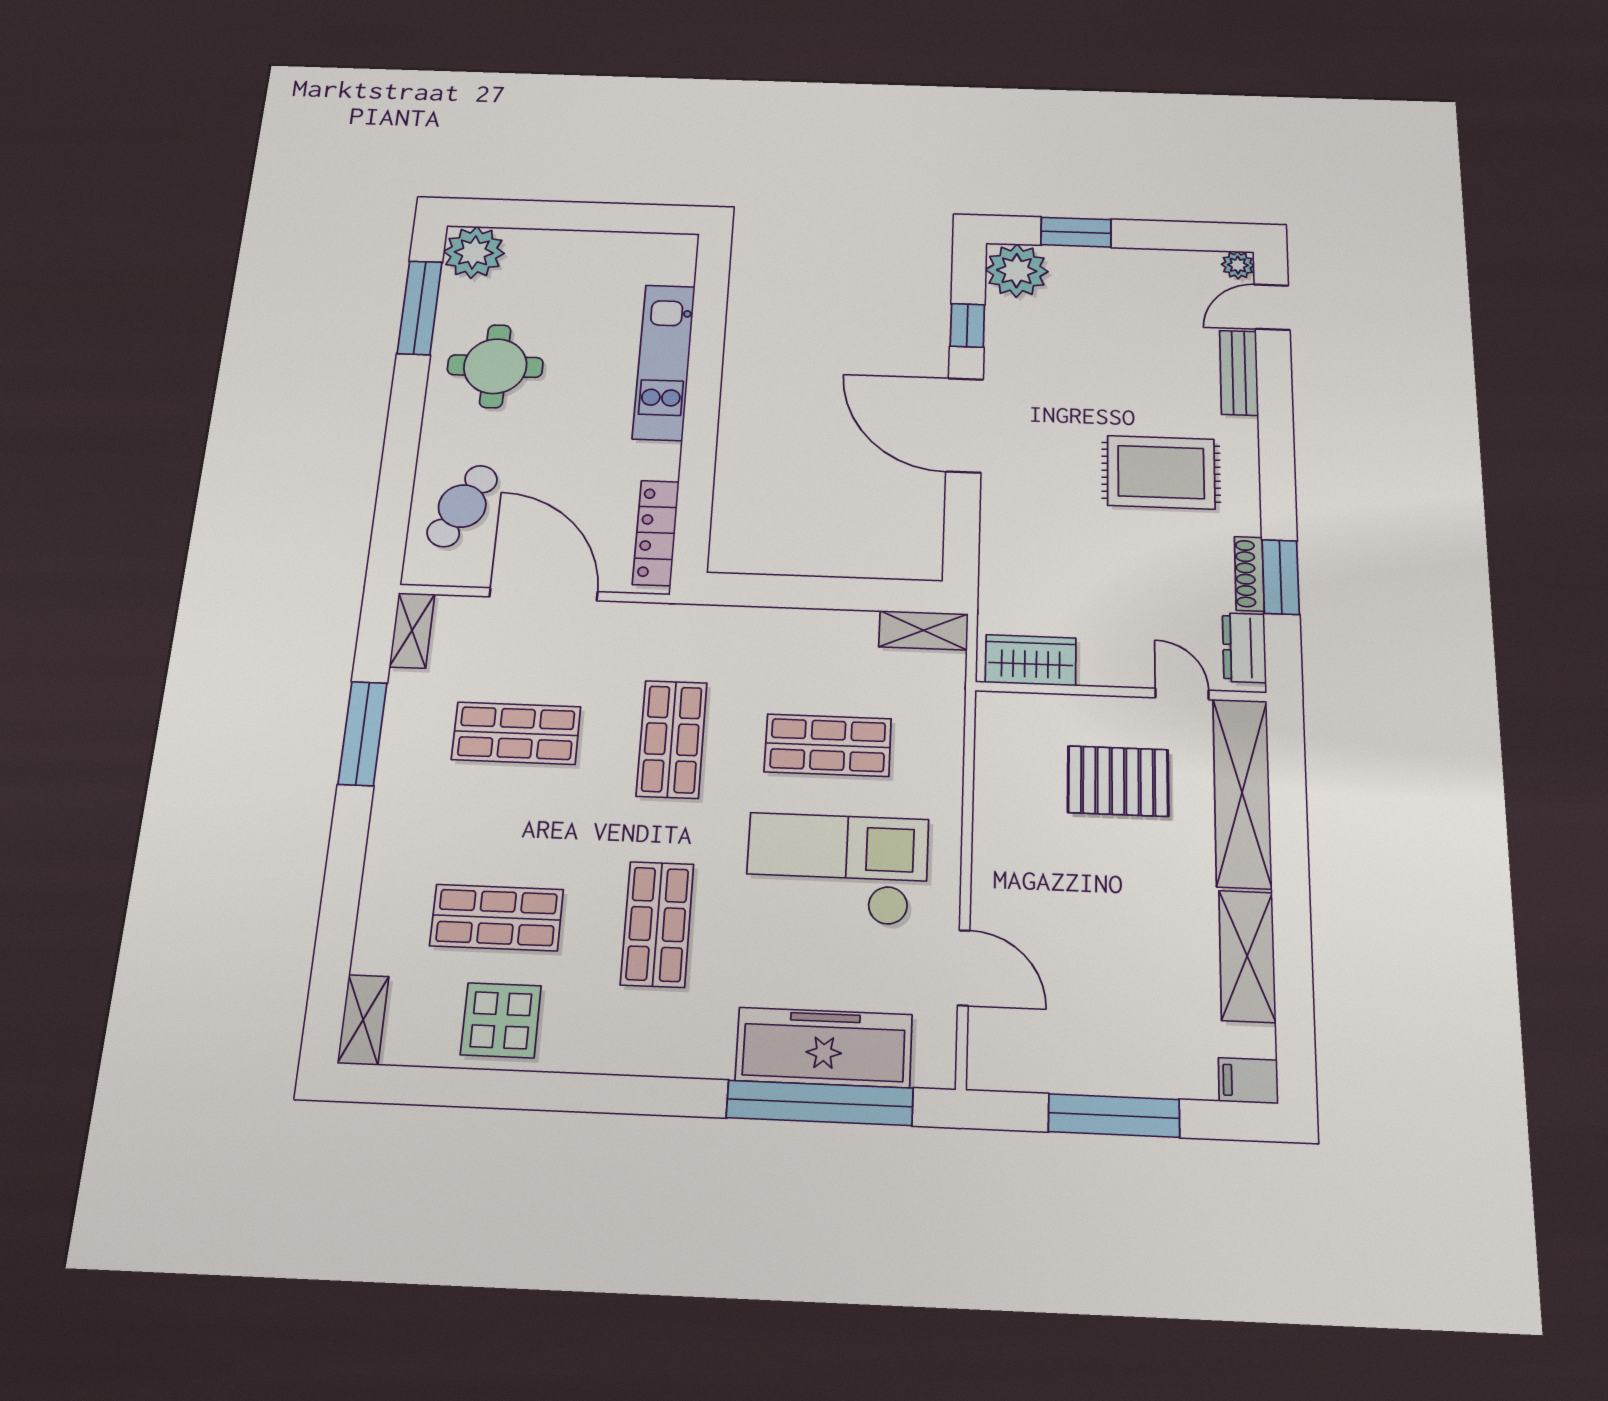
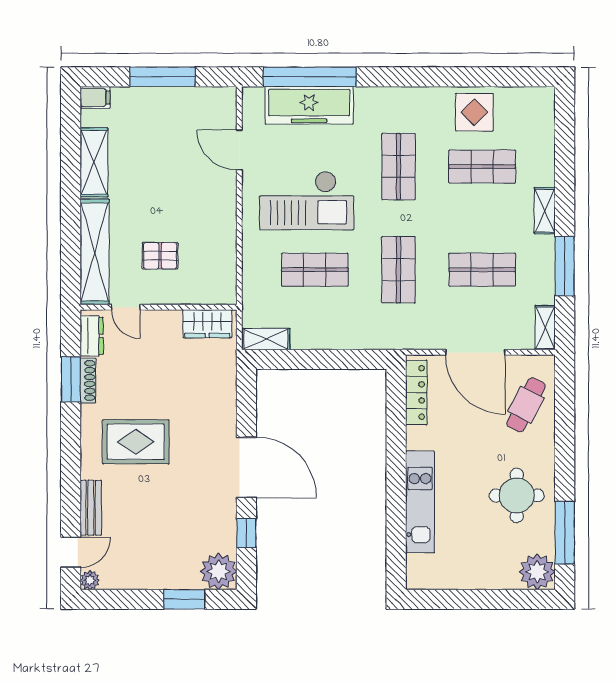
pallet: (1118, 781) -> (160, 256), width x0.67, depth x0.71
shelving: (363, 1020) -> (545, 211), moved

